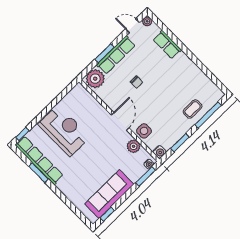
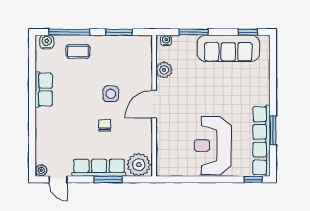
row of seats: (167, 45) -> (44, 90), moved
side table: (144, 131) -> (111, 94), moved
water cooler: (160, 152) -> (47, 42), moved
window: (146, 176) -> (194, 32), moved

